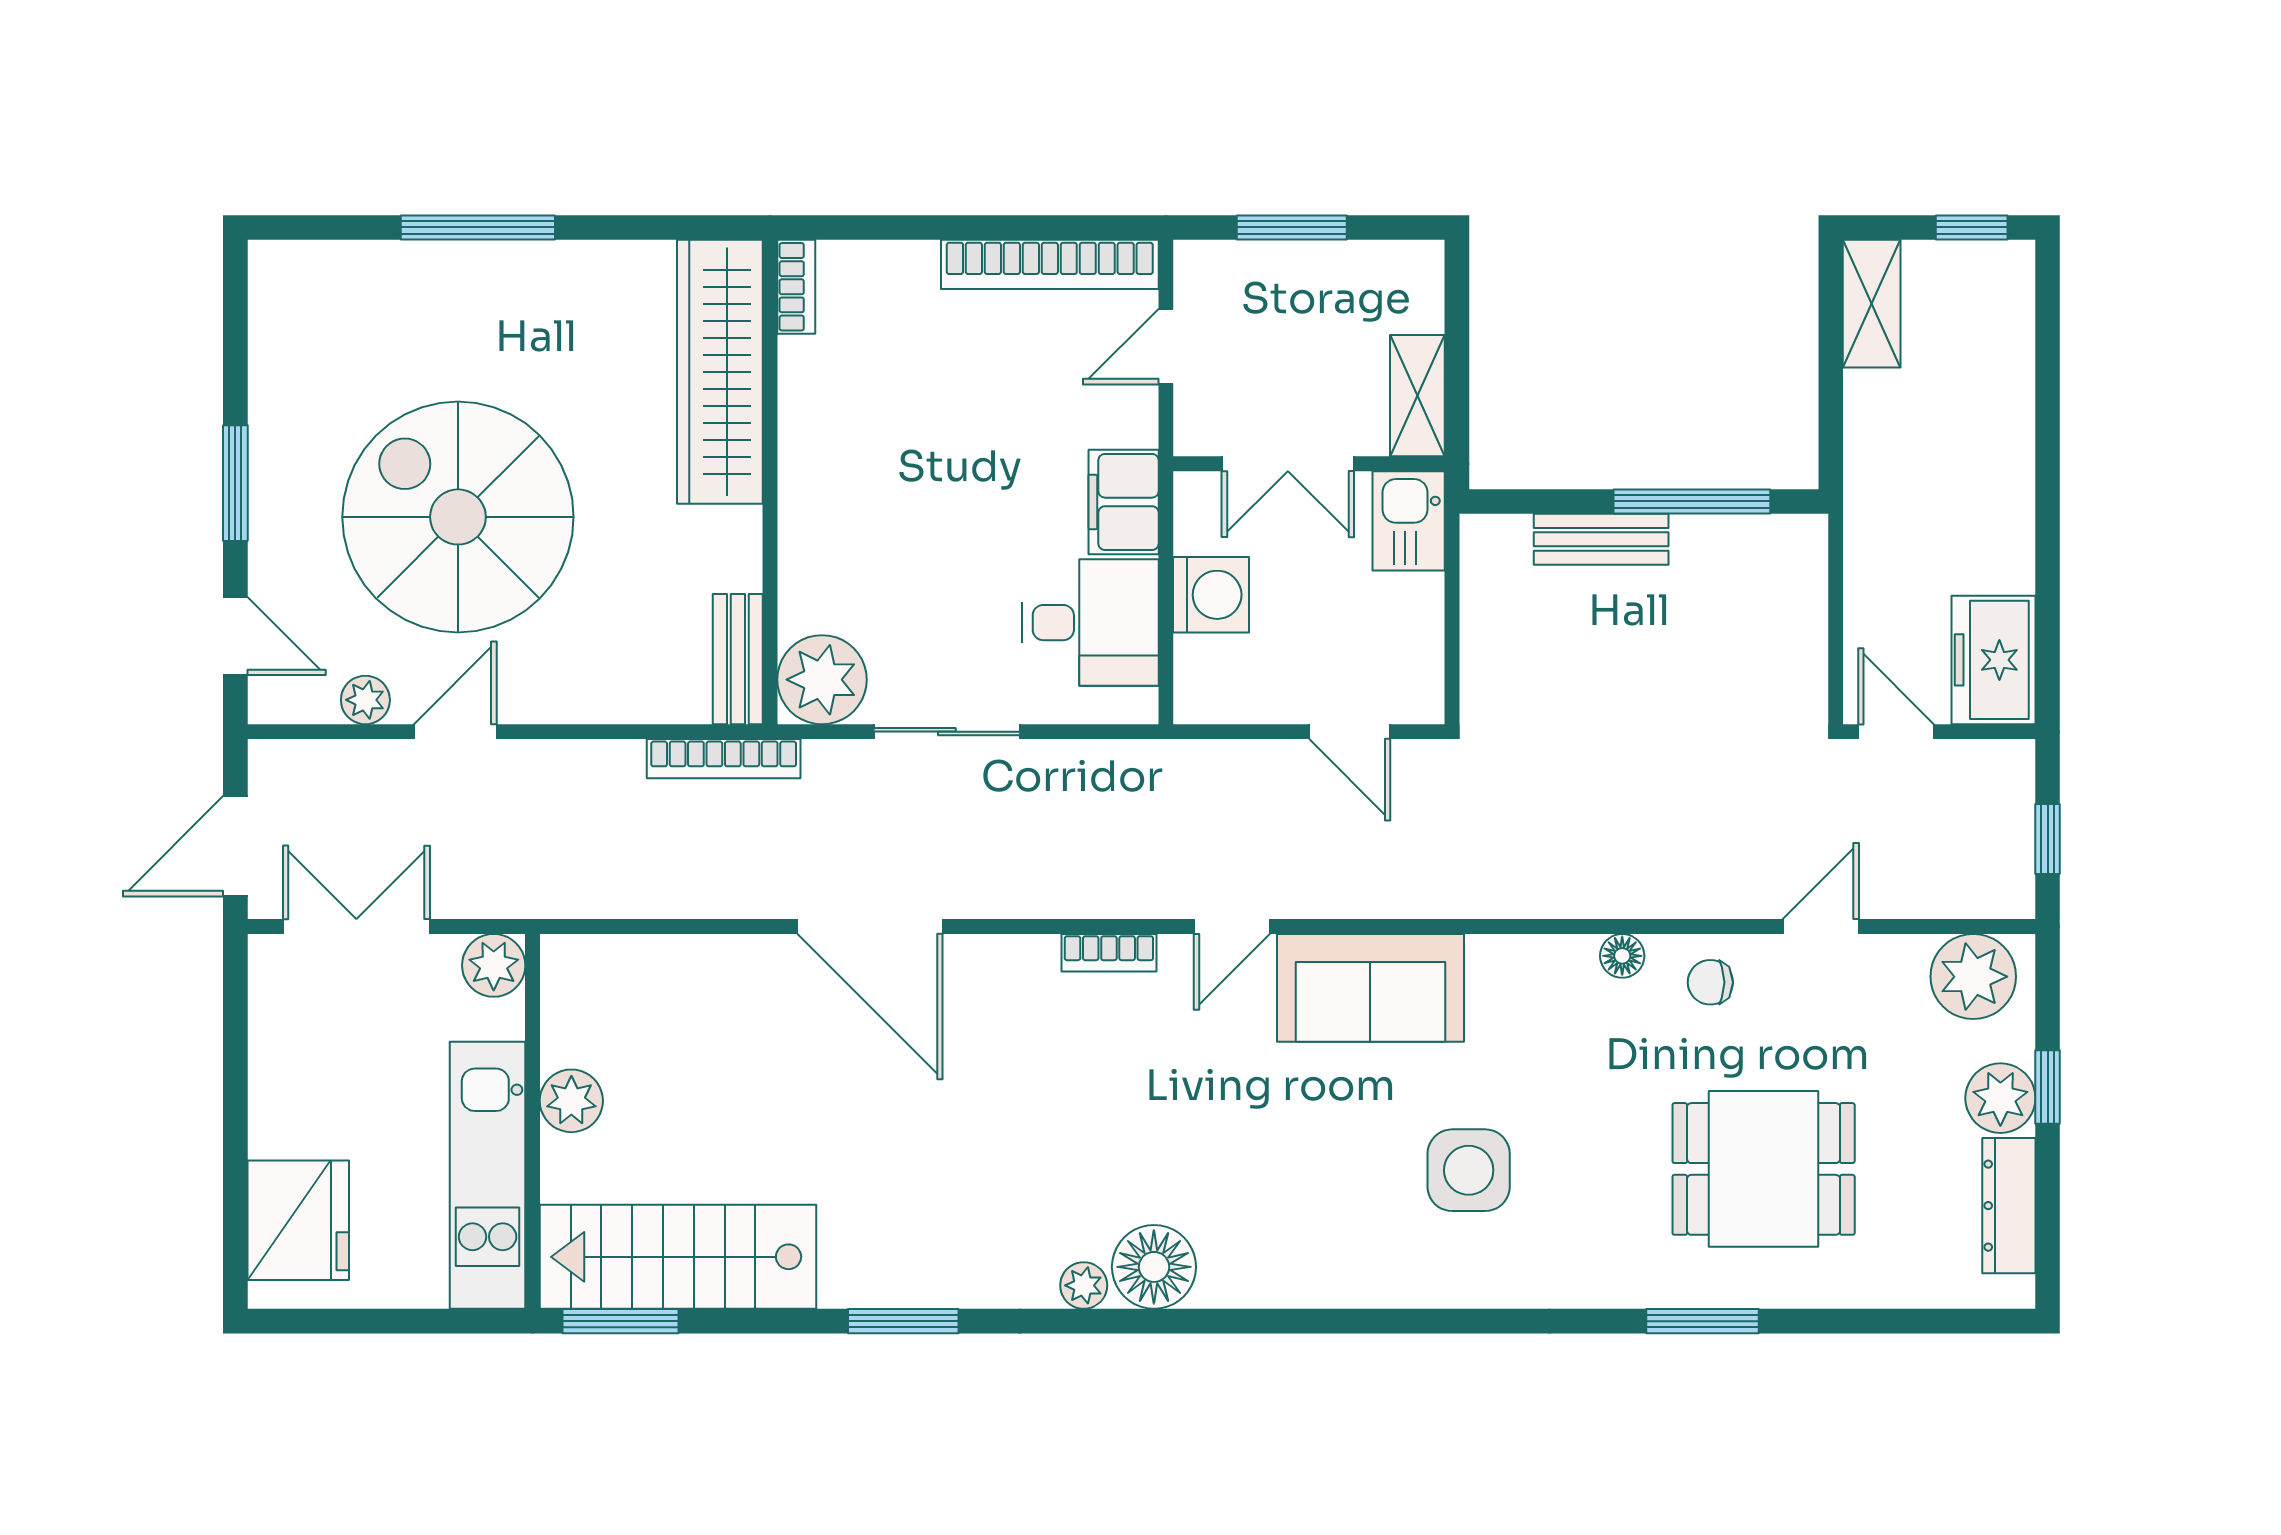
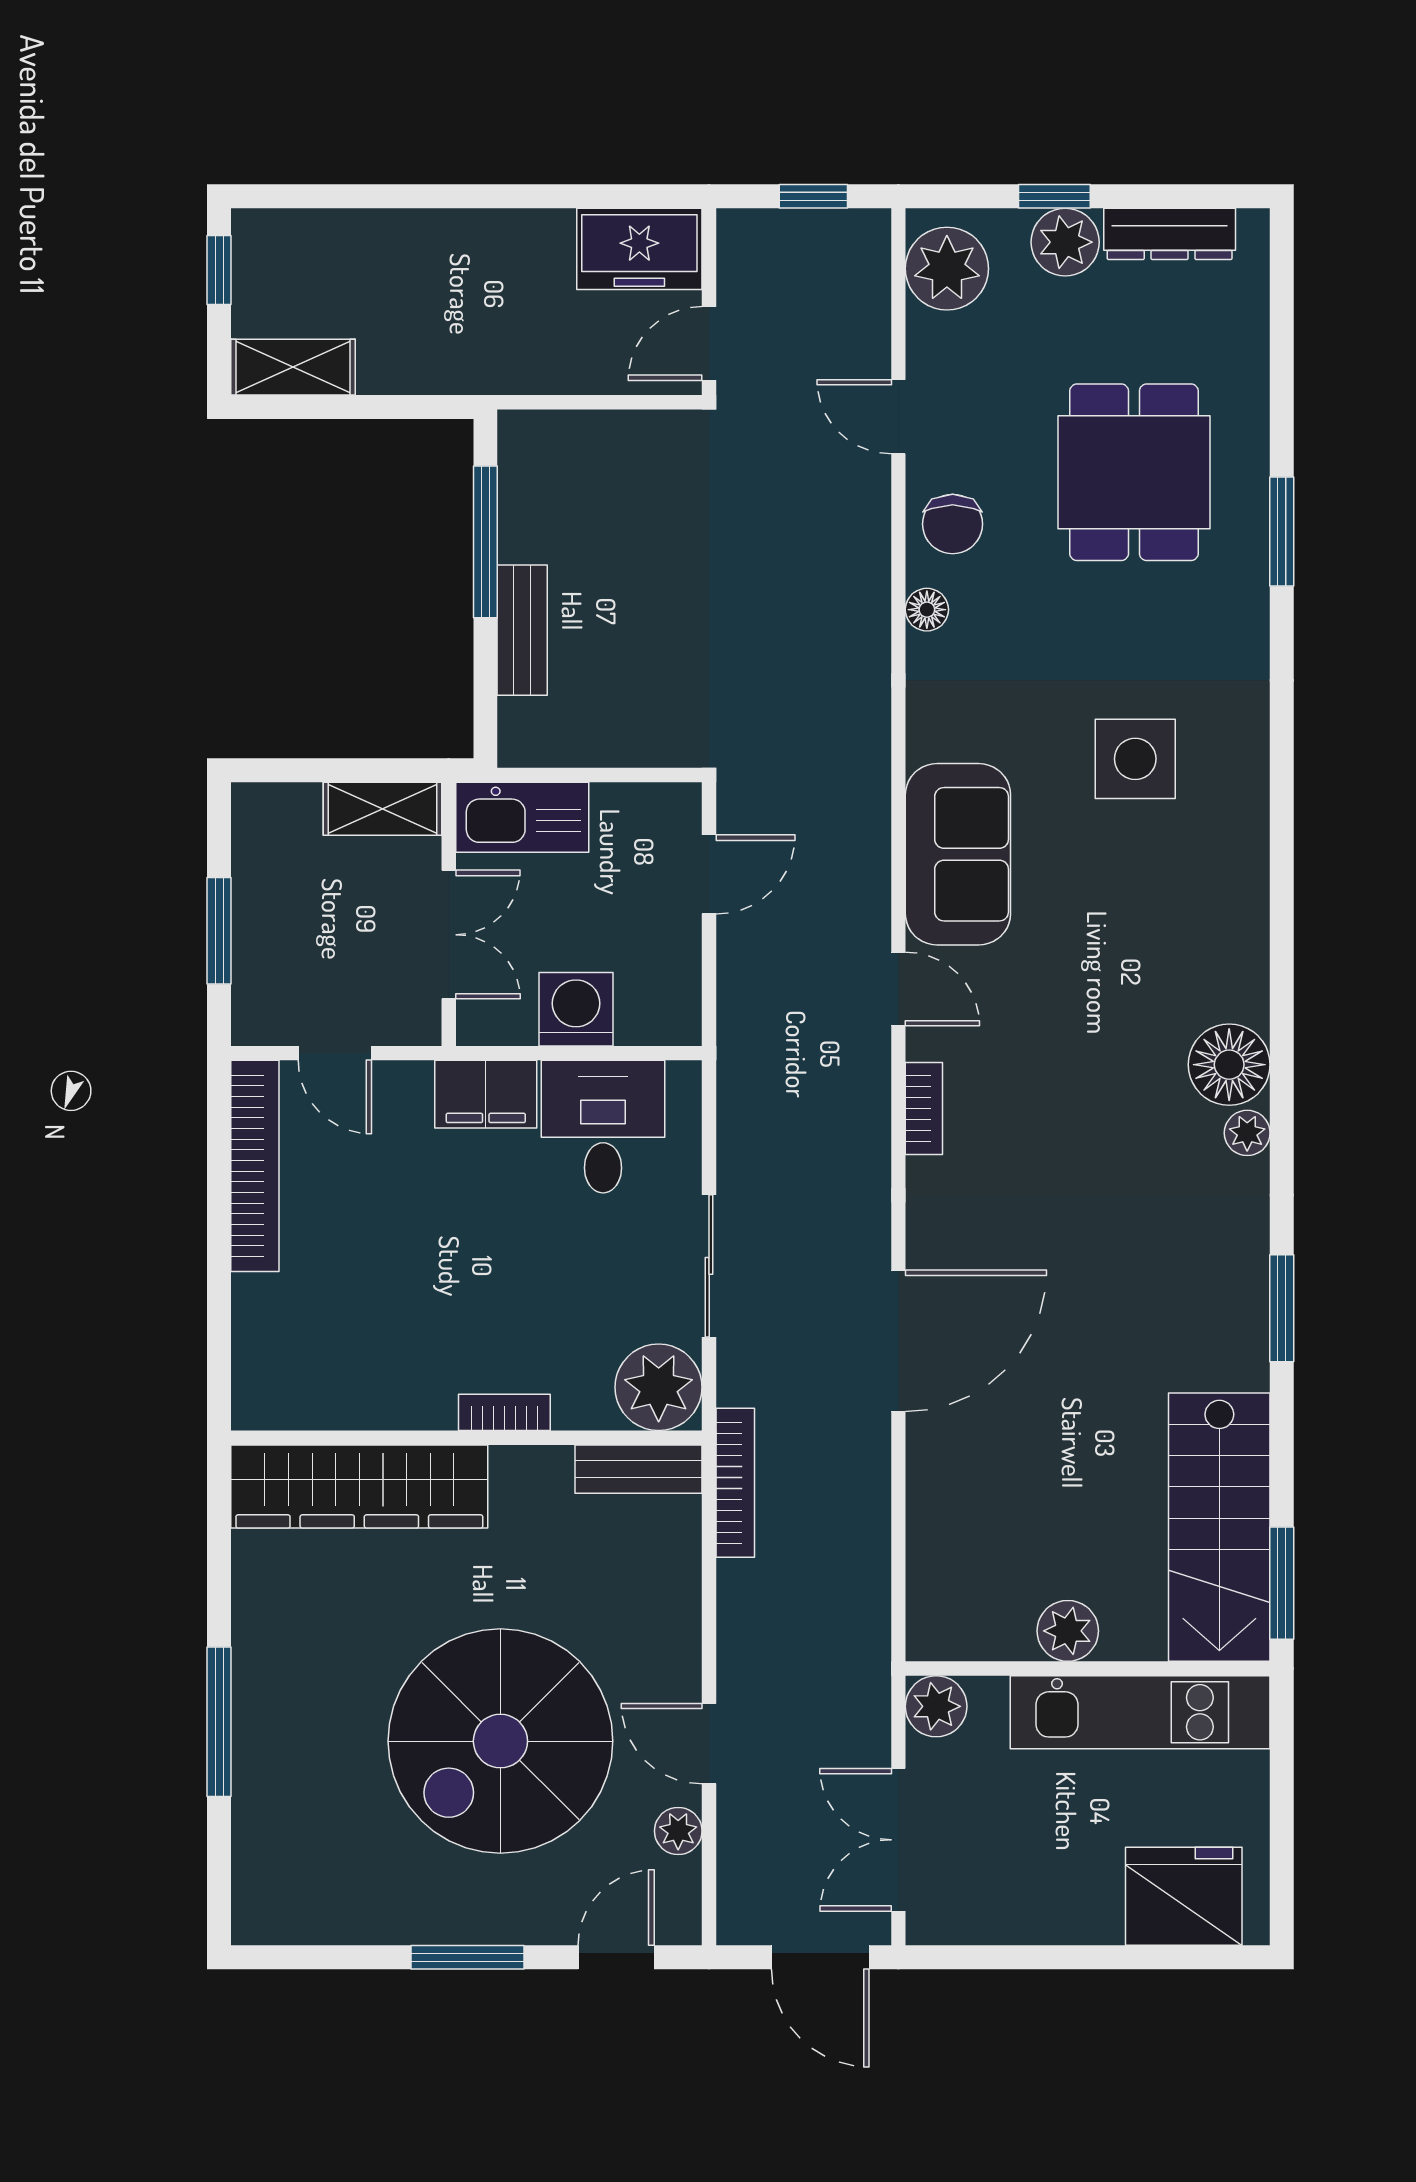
bookcase: (796, 287) -> (504, 1412), moved
kitchen sink: (1409, 521) -> (522, 817), width x1.38
chair: (1710, 982) -> (953, 524), width x1.37, depth x1.37

